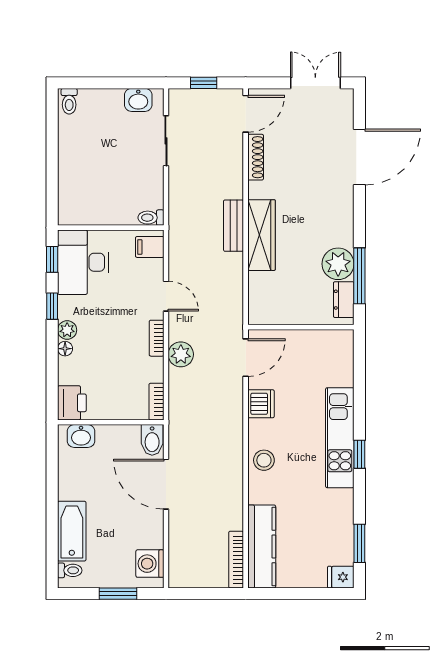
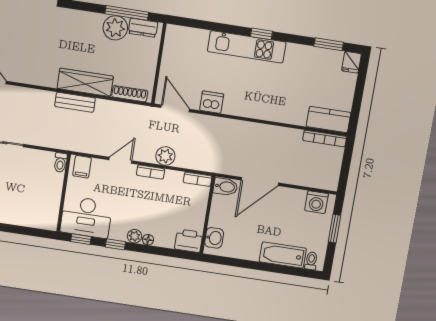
shoe rack: (256, 157) -> (130, 94), moved
stool: (264, 460) -> (254, 106), removed
kitchen counter: (262, 547) -> (329, 120), width x0.67

